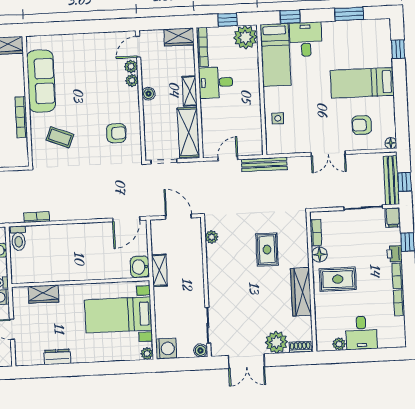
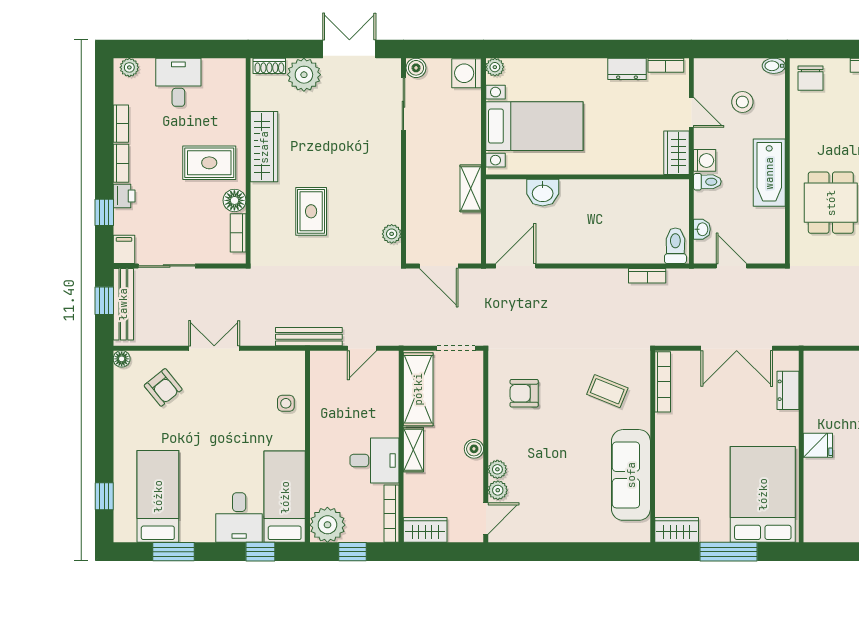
bed: (362, 83) -> (158, 496), moved, turned -90
bookcase: (21, 117) -> (663, 382), moved
armchair: (362, 125) -> (163, 387), turned 51
washbasin: (140, 267) -> (543, 193), moved, turned 90
wardrobe: (43, 294) -> (676, 153), moved, turned -90
plant: (339, 344) -> (129, 67), moved
bookcase: (31, 361) -> (666, 65), added

